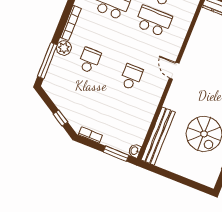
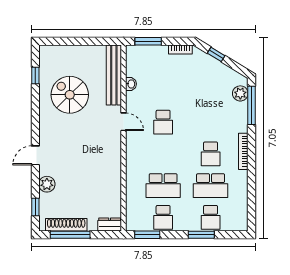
plant: (64, 48) -> (240, 93), moved
school desk: (89, 60) -> (211, 154), moved
door: (174, 71) -> (124, 122), moved
washbasin: (135, 151) -> (131, 84), moved

